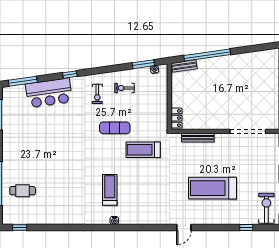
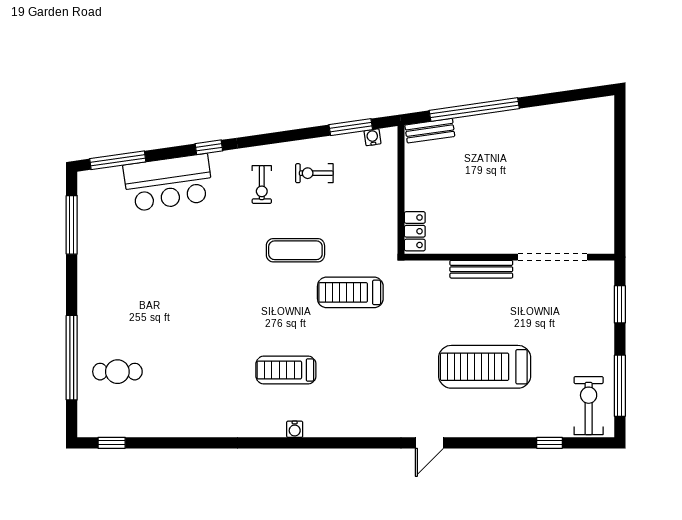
bench: (198, 138) -> (481, 269), moved
treadmill: (110, 190) -> (286, 370), turned -90

